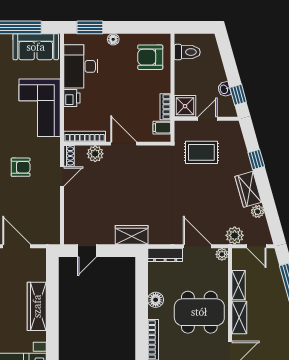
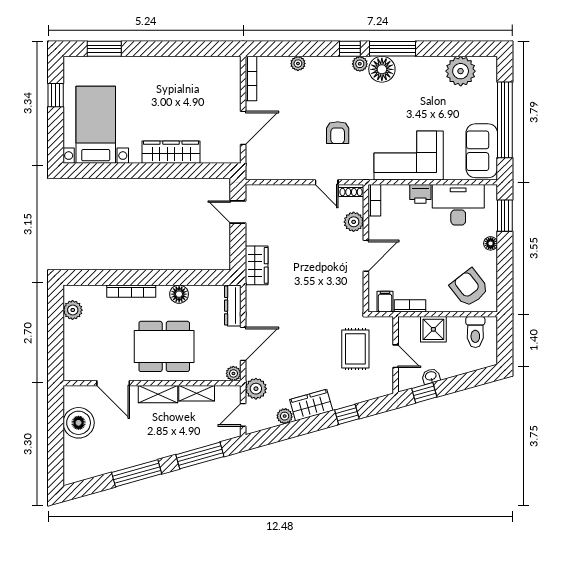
armchair: (150, 57) -> (469, 288), turned -38
shower: (185, 106) -> (433, 329), moved
bookcase: (85, 136) -> (374, 200), width x0.64
dining table: (199, 312) -> (164, 346), turned 90

